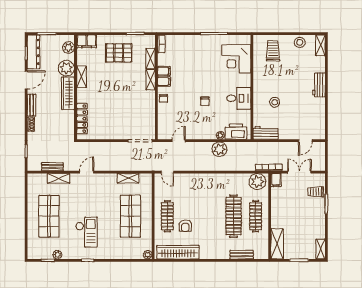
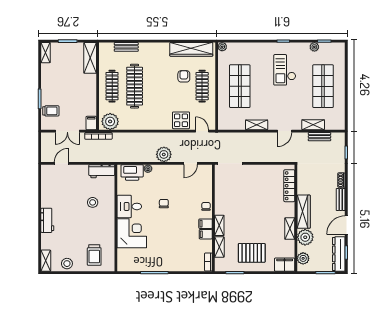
corner desk: (236, 59) -> (132, 233), moved
plant: (219, 149) -> (164, 154), moved
shelving: (128, 178) -> (257, 125), moved
display table: (188, 183) -> (181, 120), added

